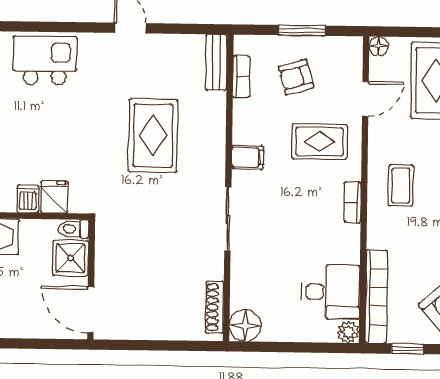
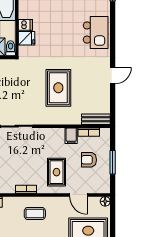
armchair: (296, 77) -> (89, 160), turned -74
rug: (153, 136) -> (58, 88), turned 90
filing cabinet: (248, 157) -> (71, 136), moved

